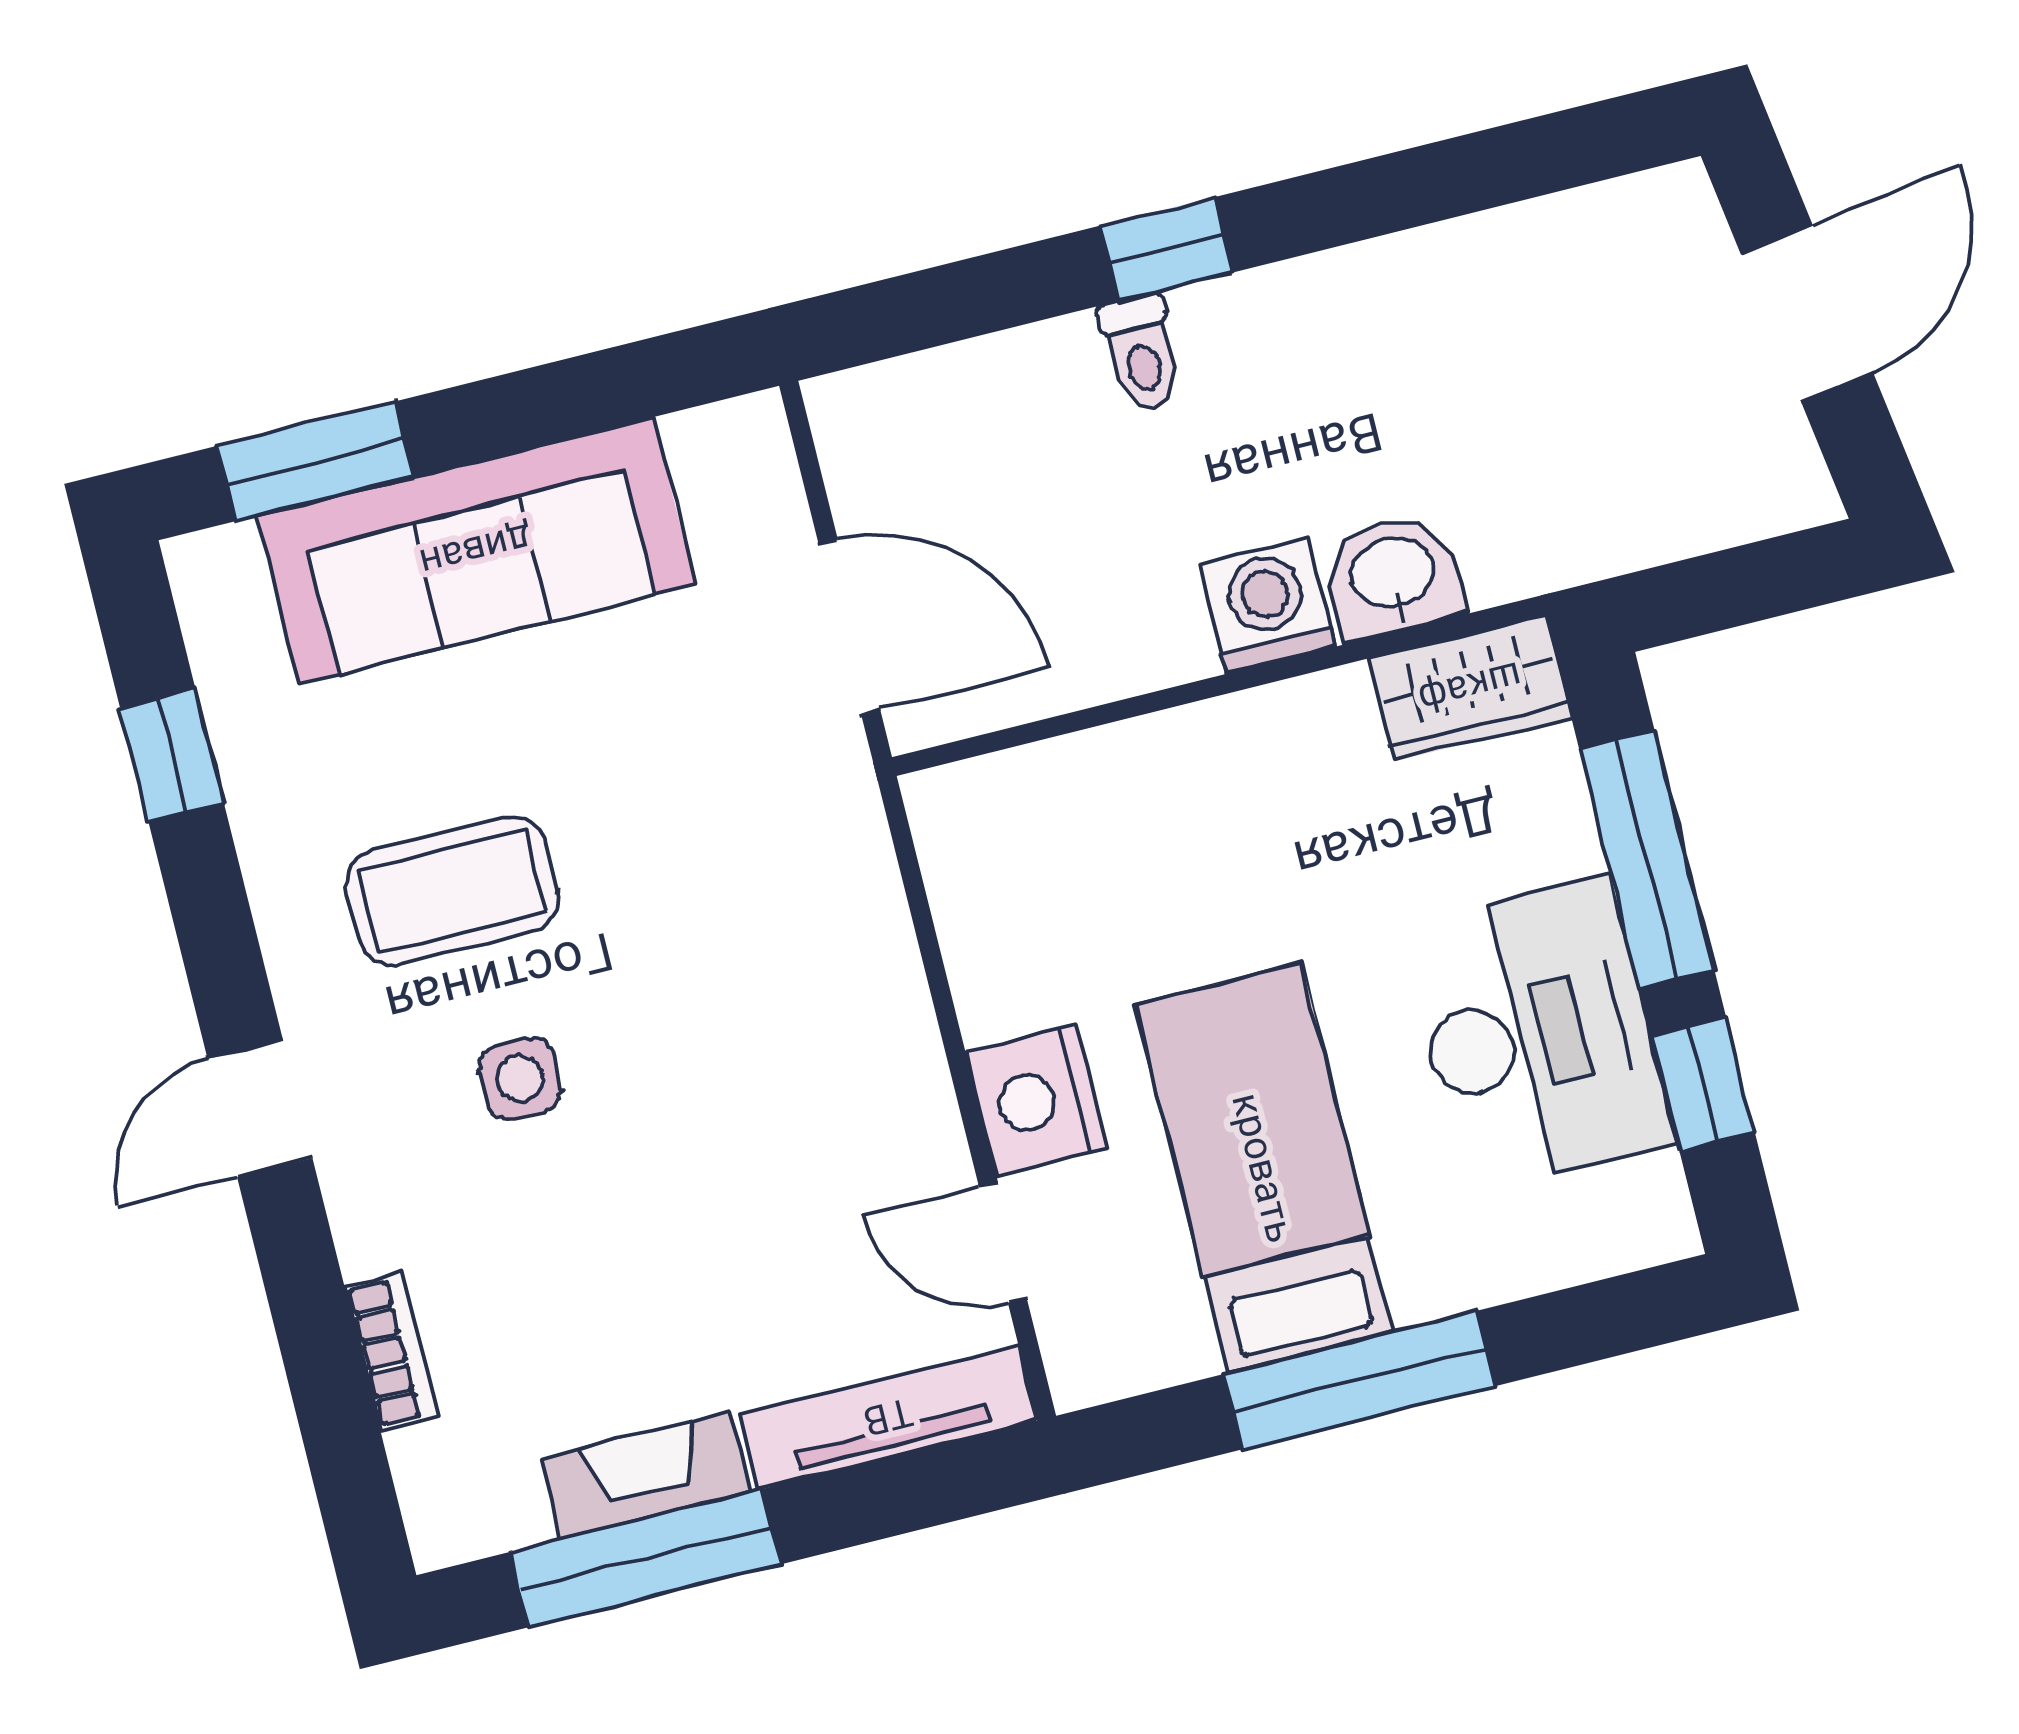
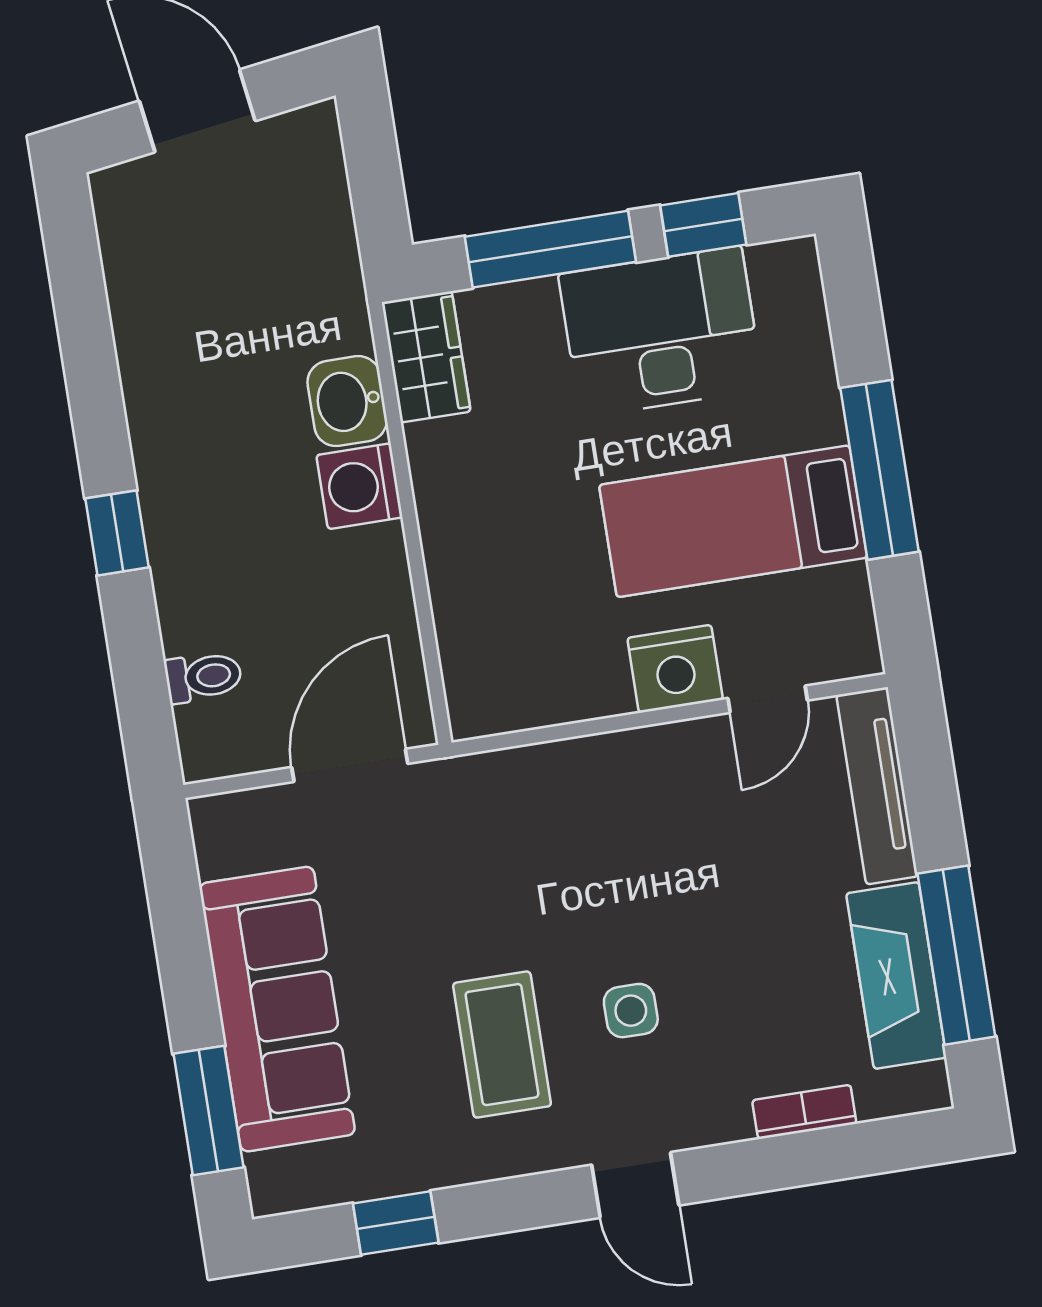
toilet: (1141, 353) -> (203, 677), moved
fireplace: (645, 1475) -> (896, 976), width x1.37, depth x1.32

